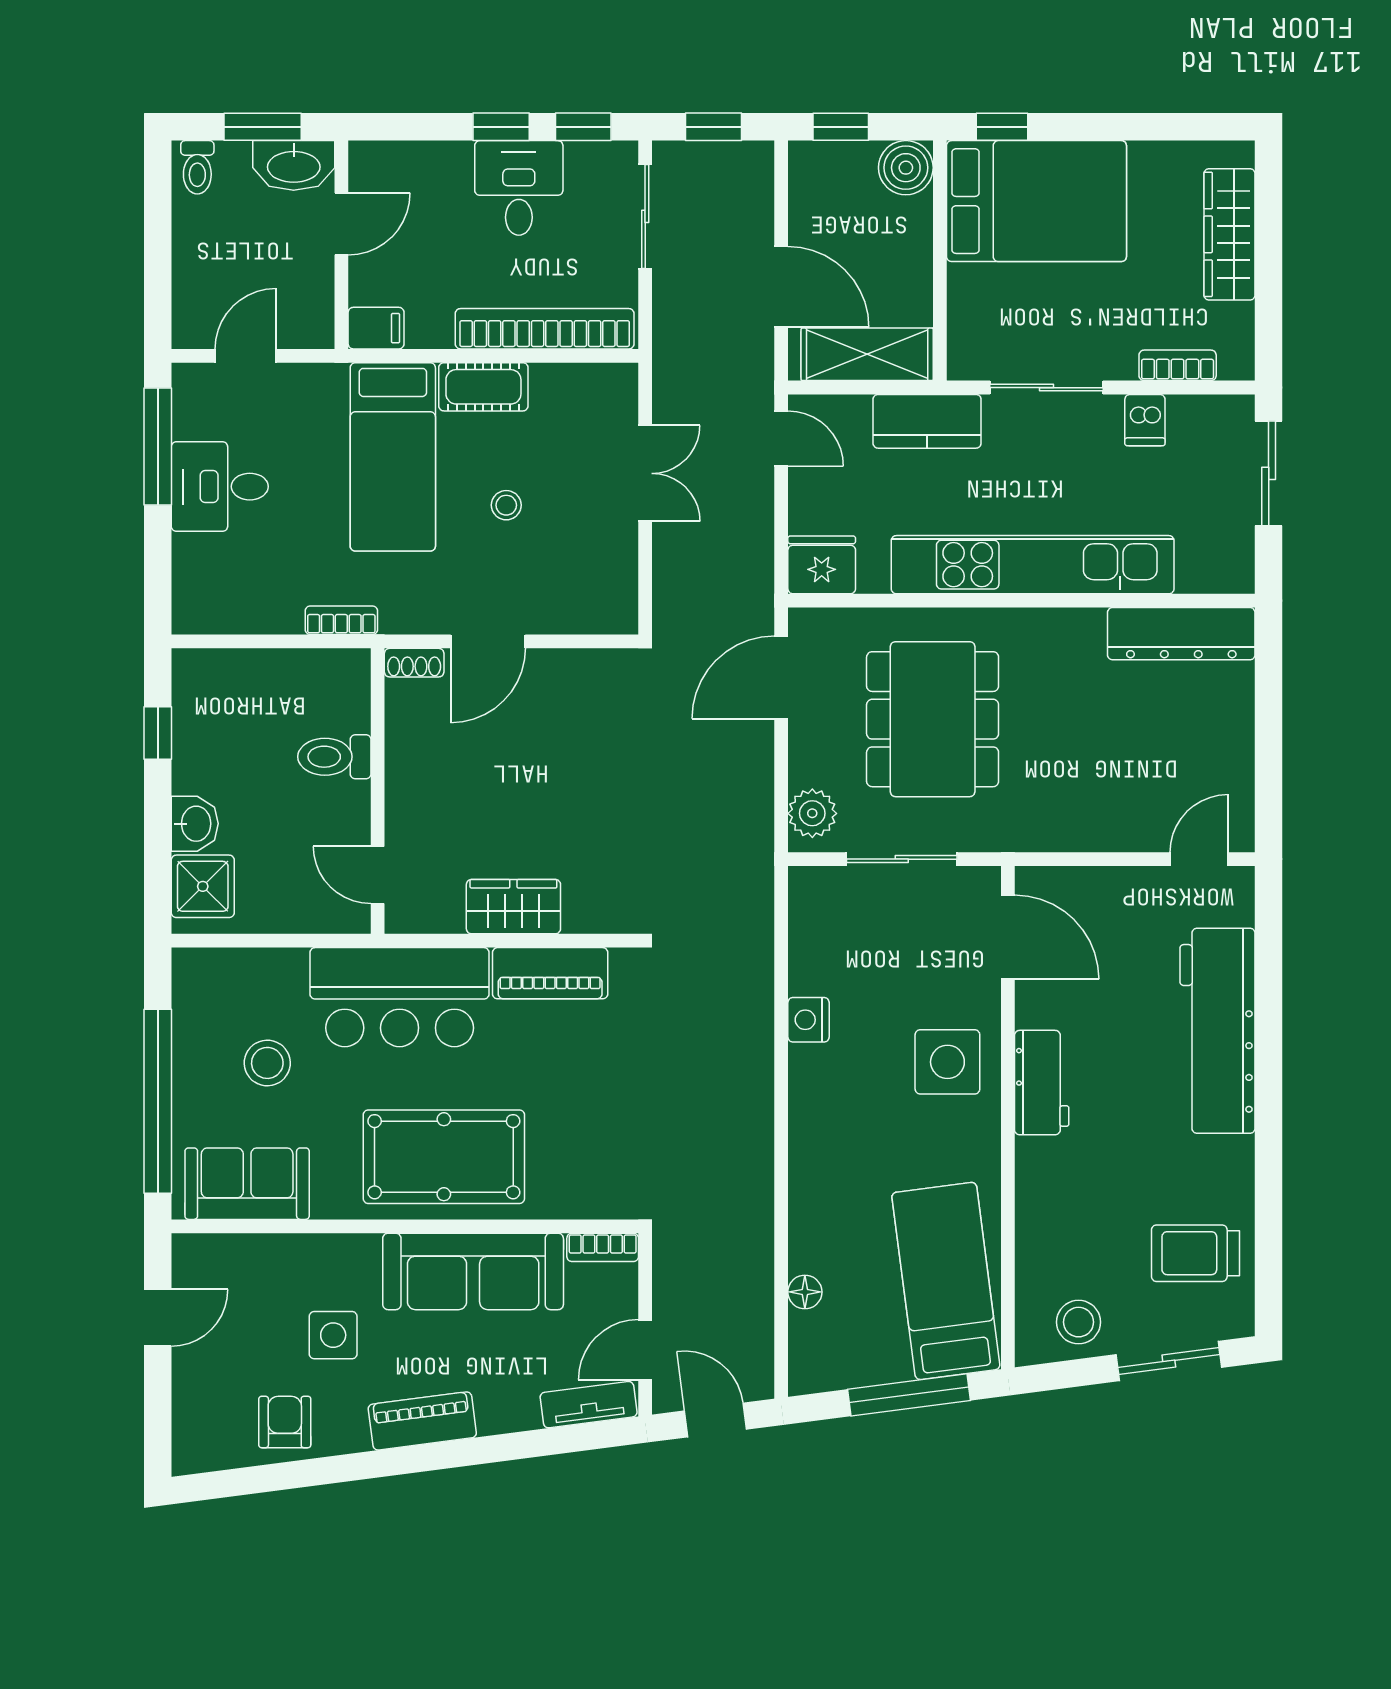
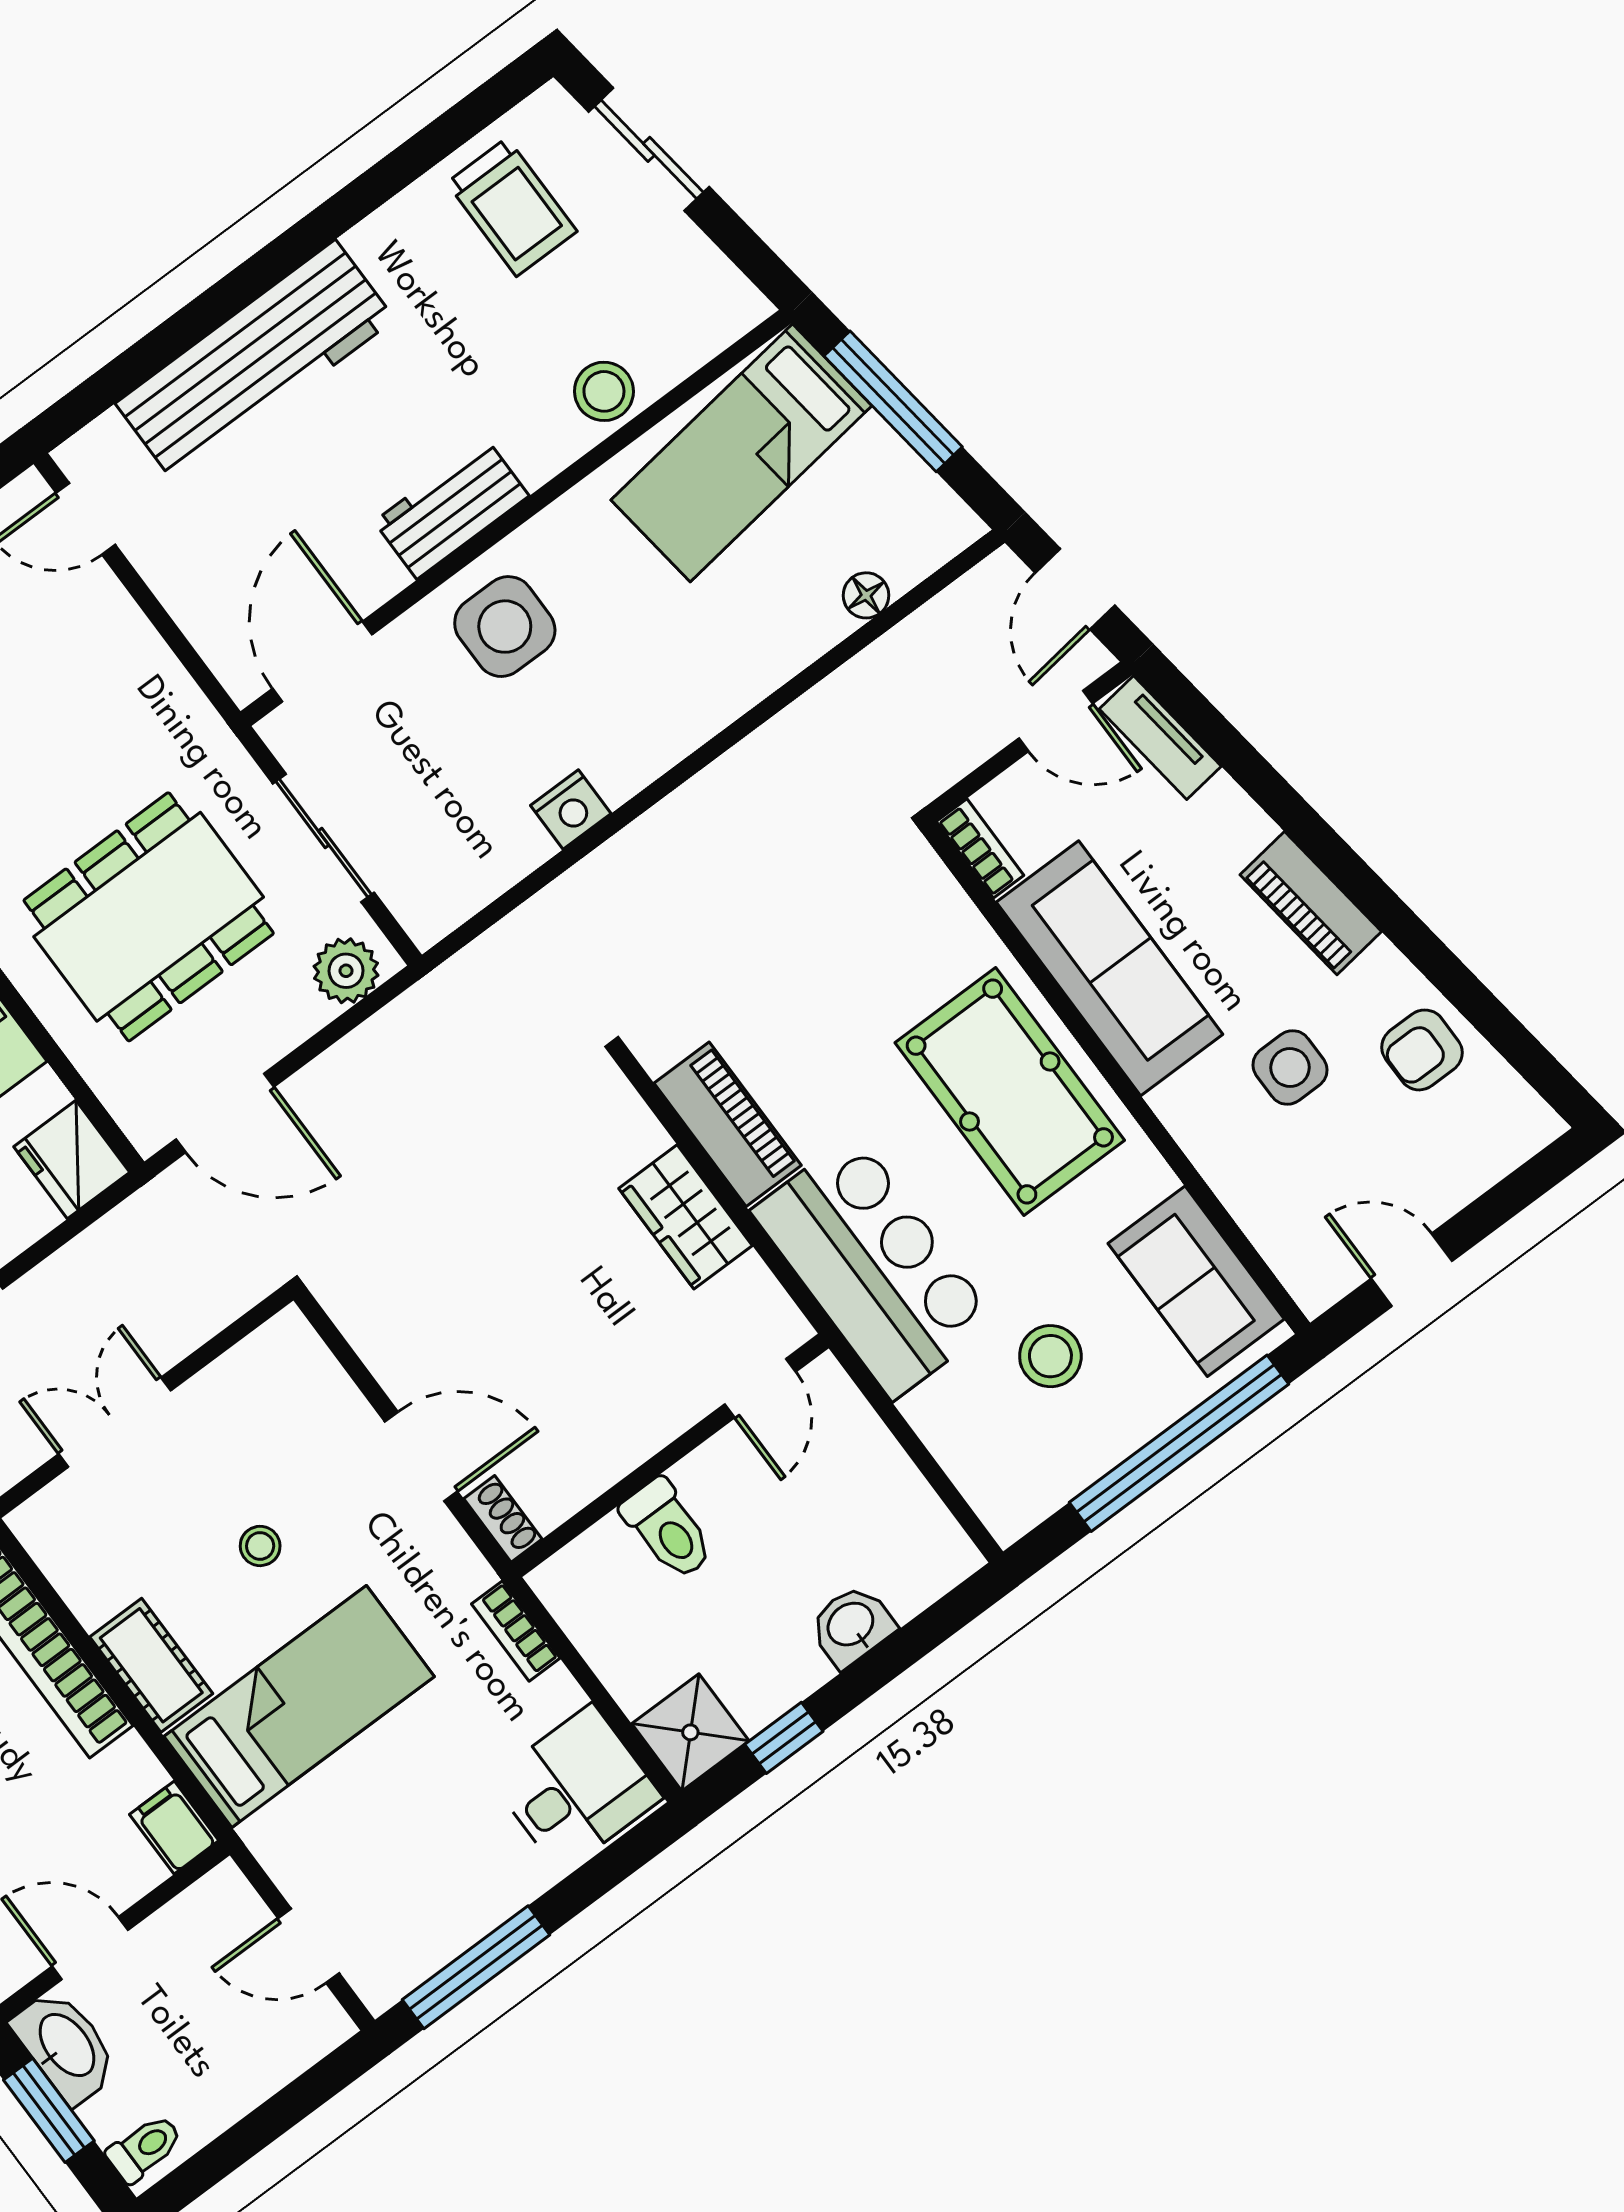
desk: (220, 487) -> (576, 1788), moved, turned -90
shower: (203, 886) -> (690, 1732), moved
stool: (1079, 1322) -> (604, 391), moved

